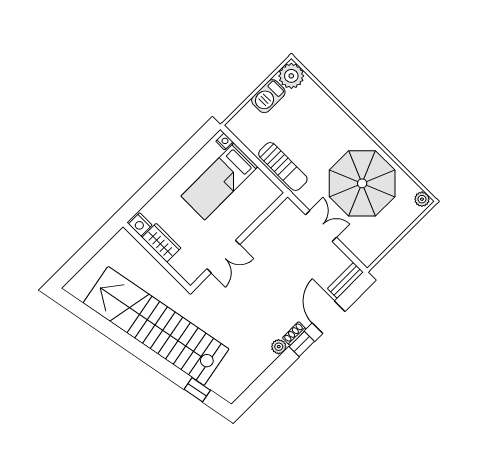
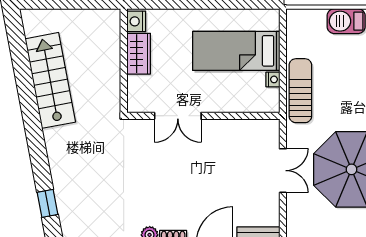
nightstand: (224, 142) -> (273, 79), moved
sun lounger: (283, 167) -> (300, 91), turned 180
stairs: (156, 326) -> (50, 80), width x0.54, depth x0.66

